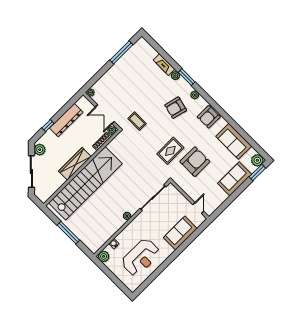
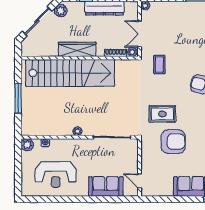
door: (198, 208) -> (139, 181), swing flipped

